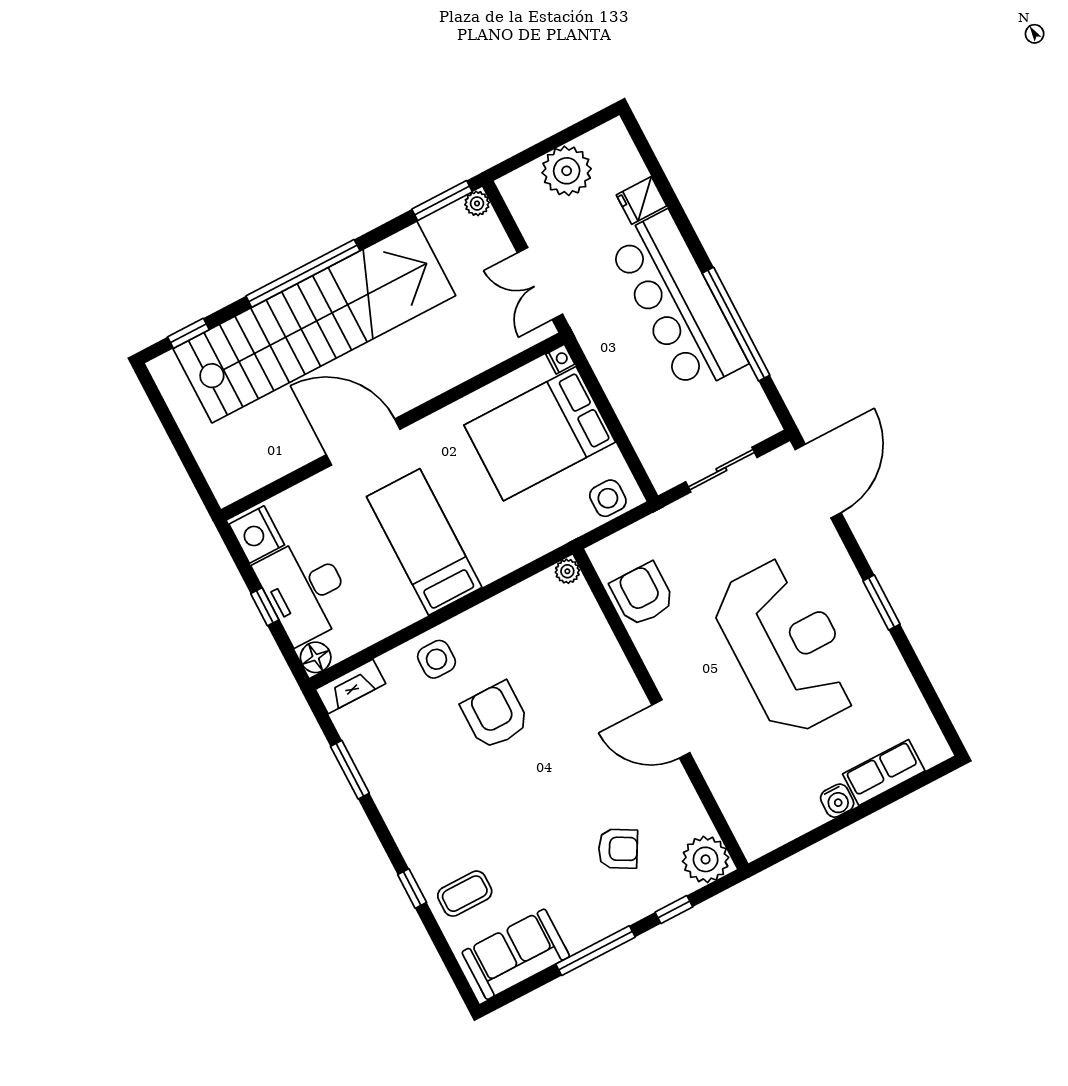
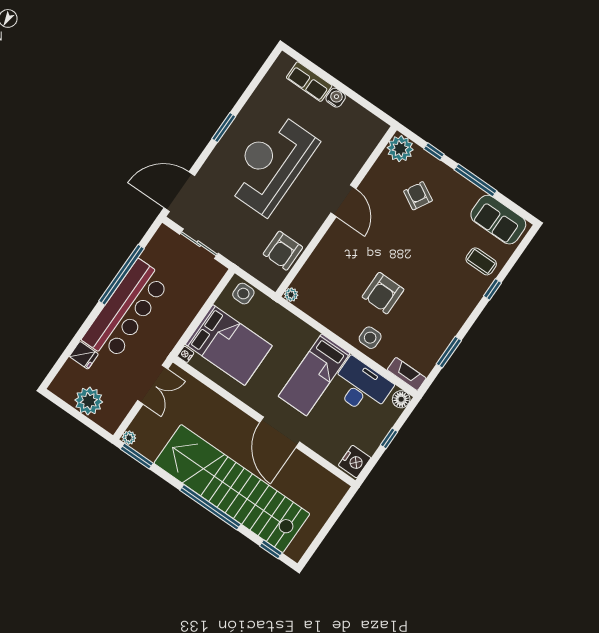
desk: (305, 590) -> (361, 387), moved, turned -90

